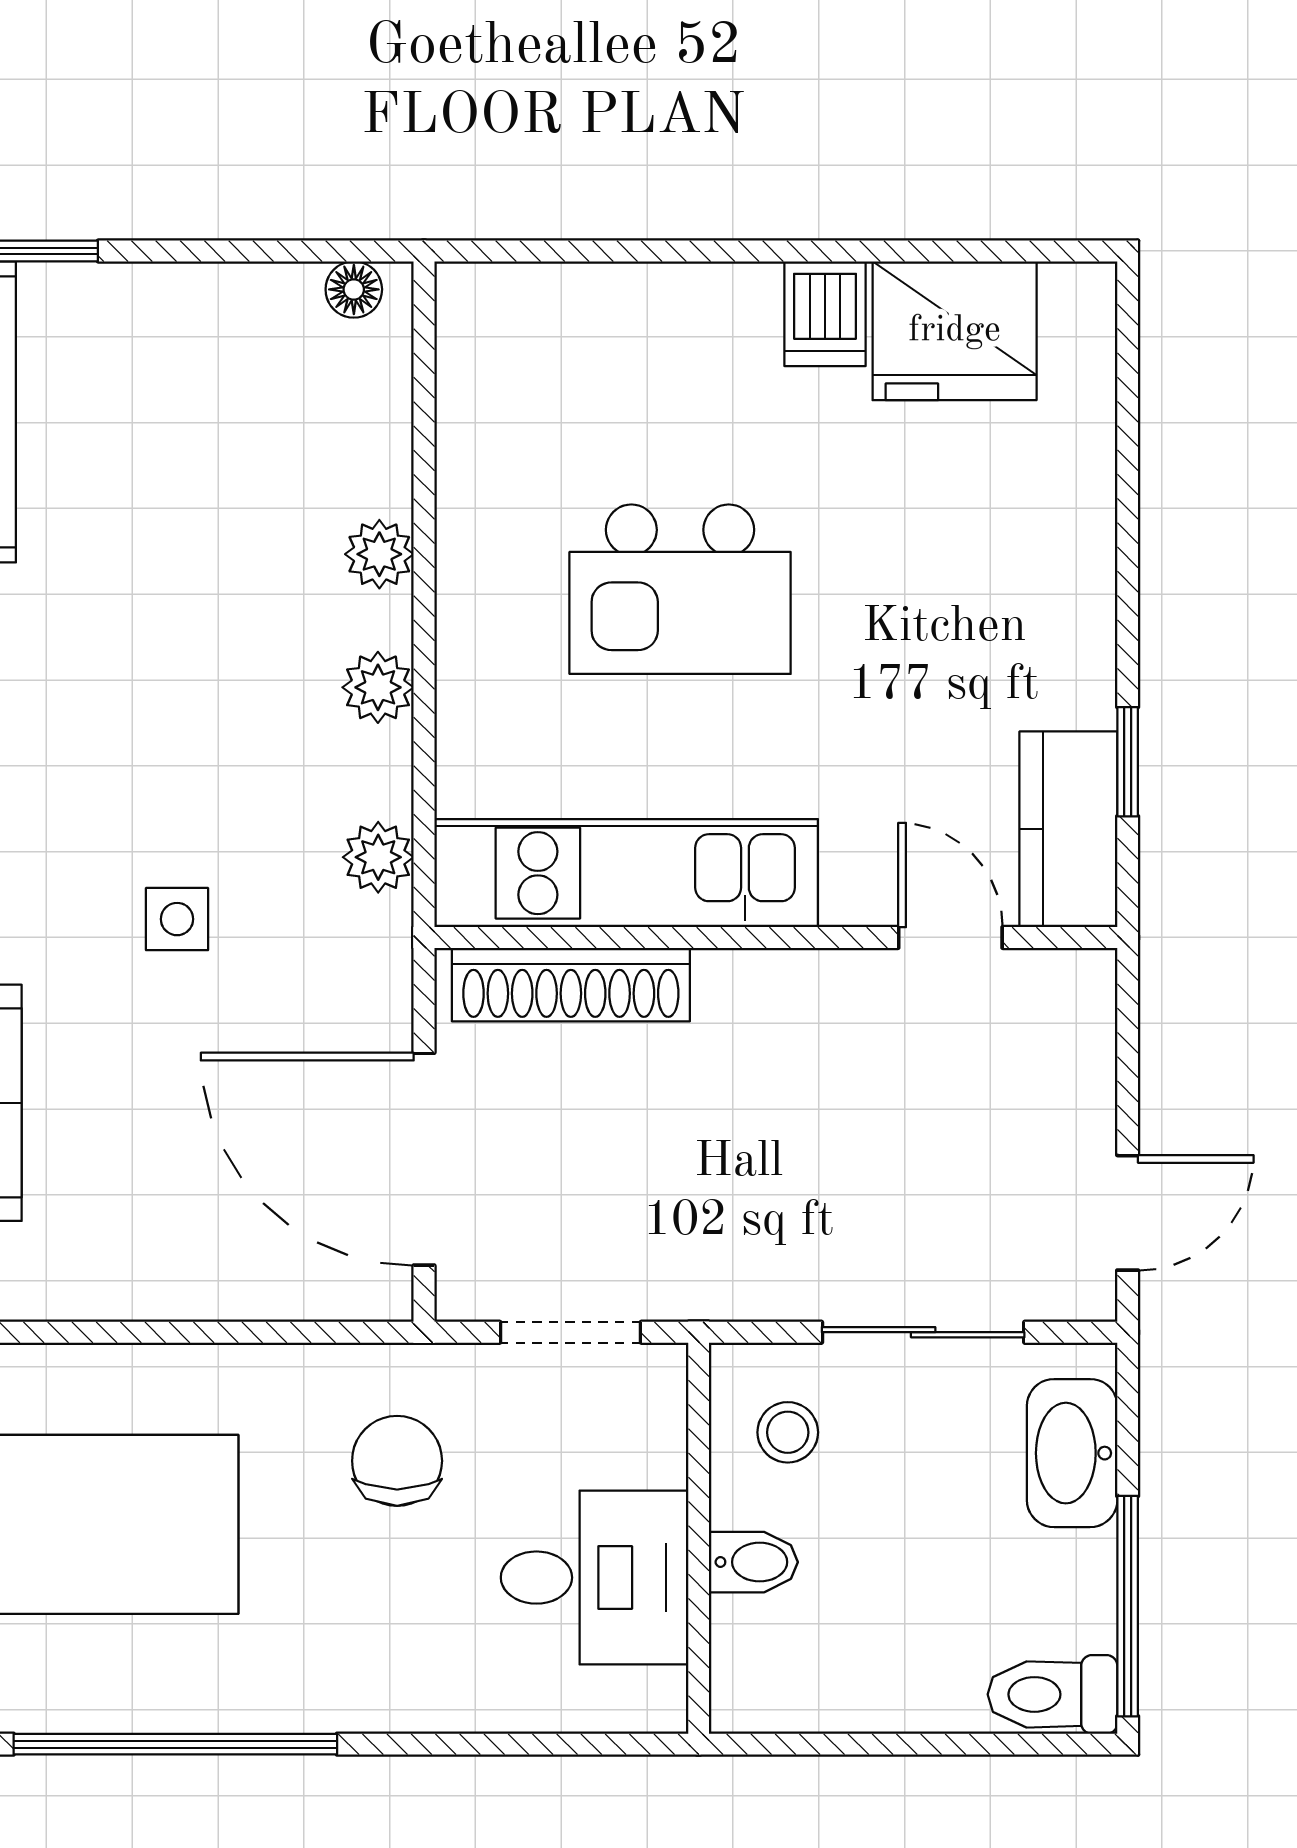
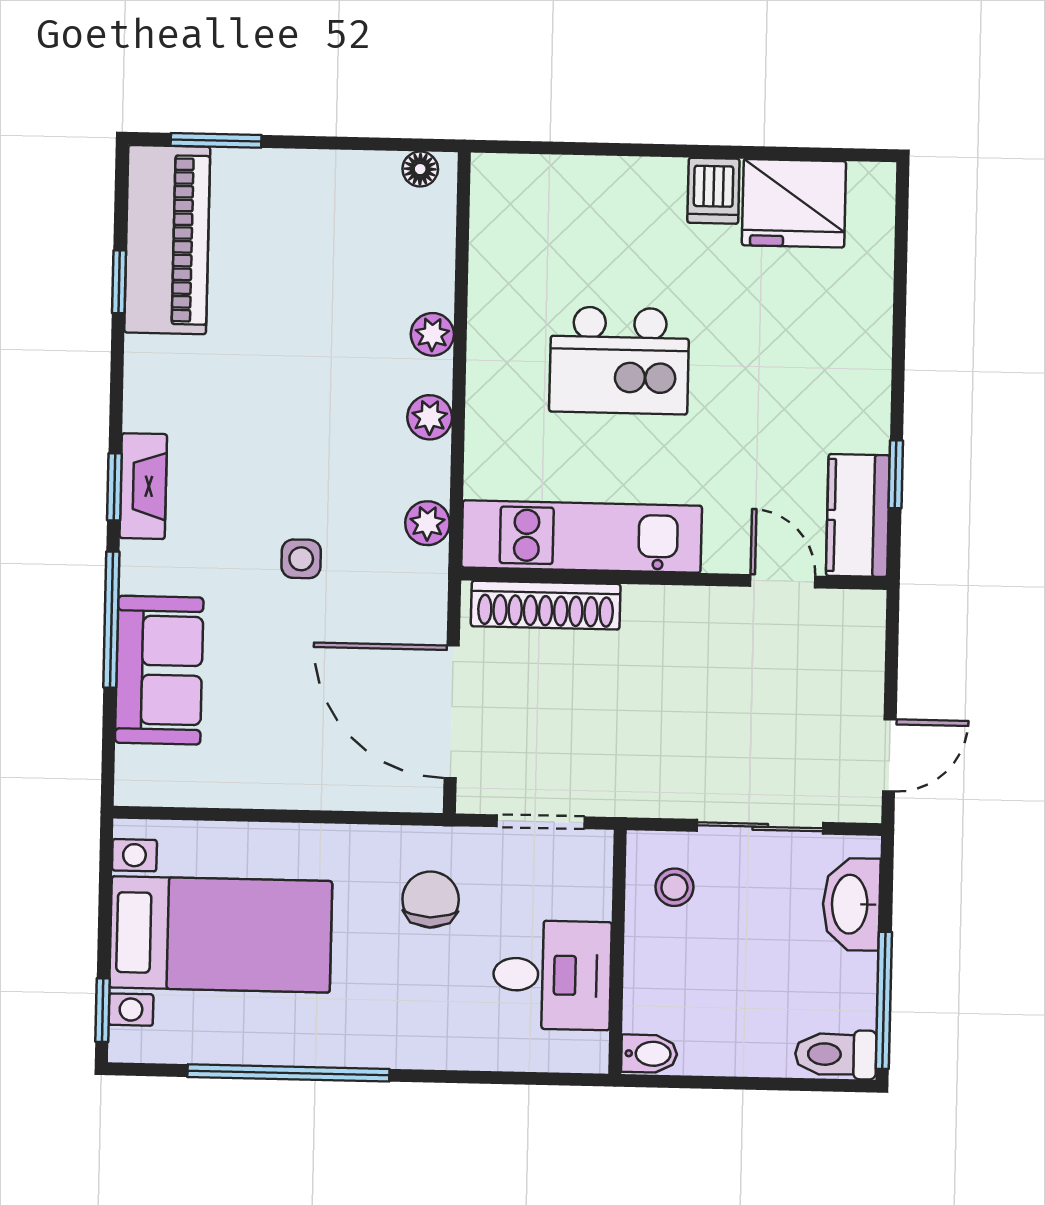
bidet: (753, 1562) -> (649, 1054), moved

